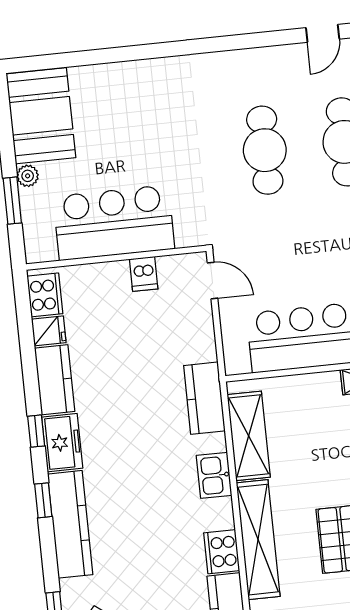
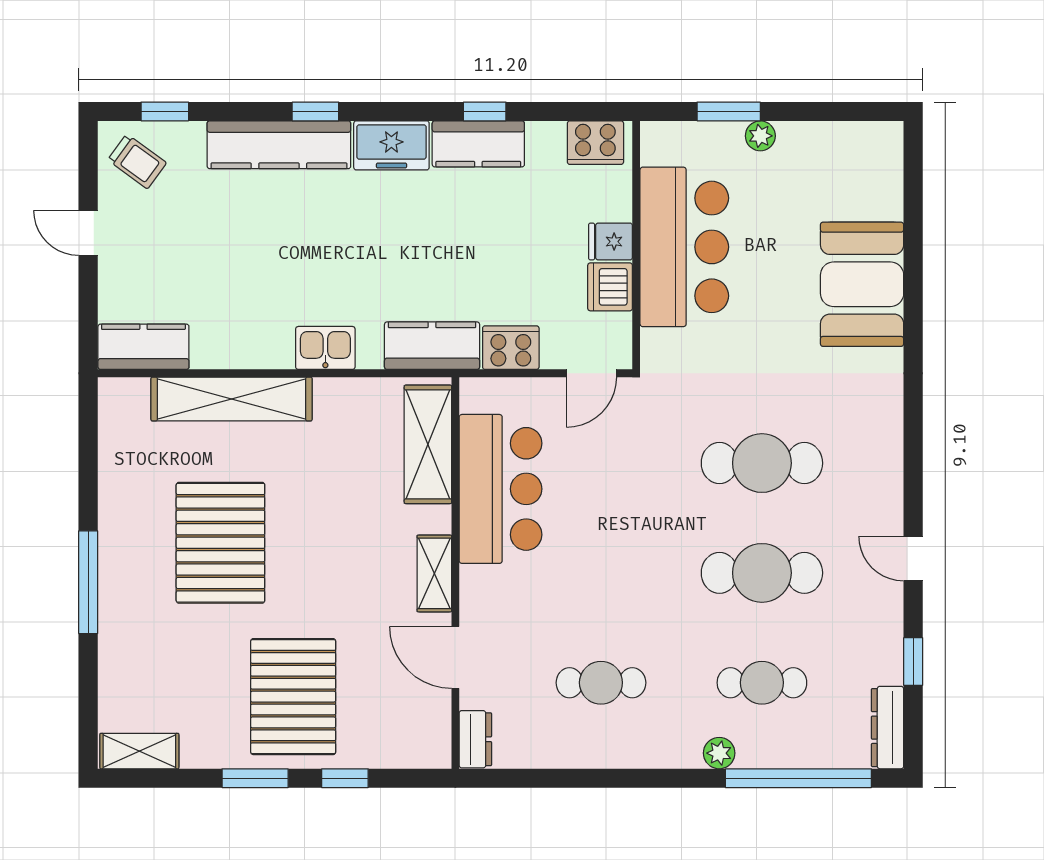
booth: (41, 116) -> (862, 284), moved, turned 90
dishwasher: (144, 274) -> (610, 287), width x1.38
fridge: (49, 331) -> (611, 242), moved, turned 90
window: (36, 431) -> (485, 111), moved
shelving: (249, 436) -> (428, 444), moved, turned 90
cooker: (222, 552) -> (511, 348), moved

